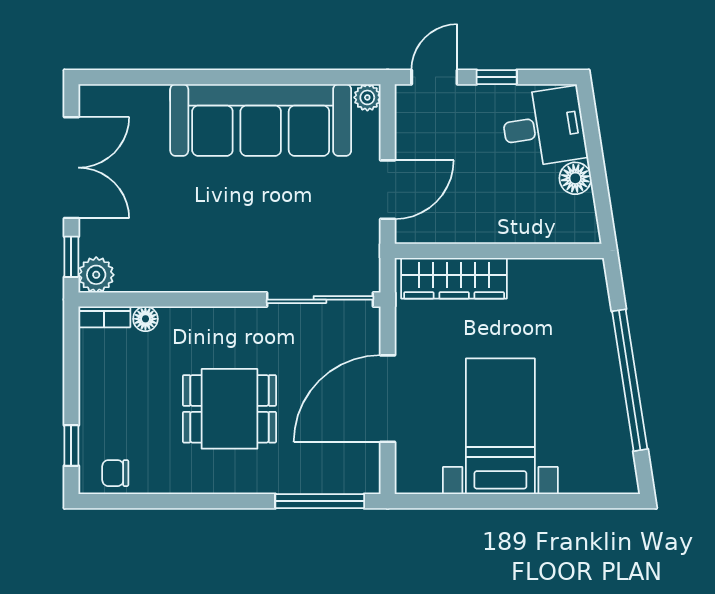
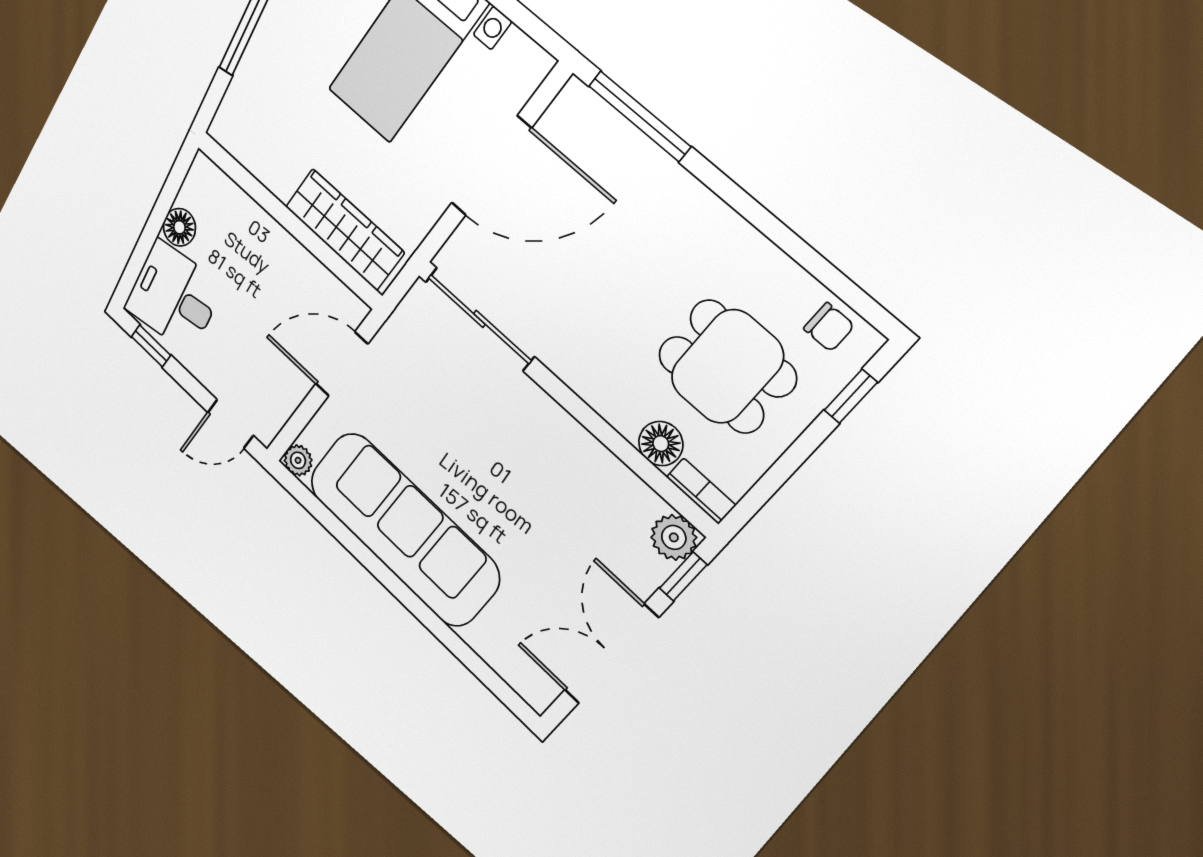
window: (497, 77) -> (151, 346), moved
floor lamp: (145, 319) -> (661, 444), width x1.37, depth x1.37
dining table: (229, 409) -> (727, 367), moved

